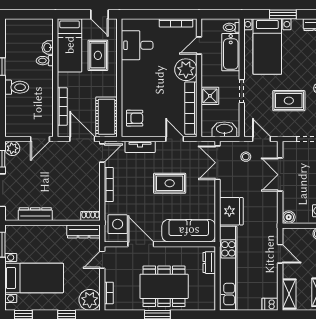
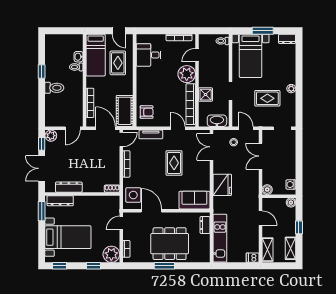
bathtub: (231, 52) -> (222, 60), removed
rug: (170, 183) -> (174, 163), turned 90
sofa: (189, 231) -> (194, 200), width x0.73
dresser: (83, 232) -> (60, 201), moved
kitchen unit: (228, 268) -> (220, 238), width x0.73

